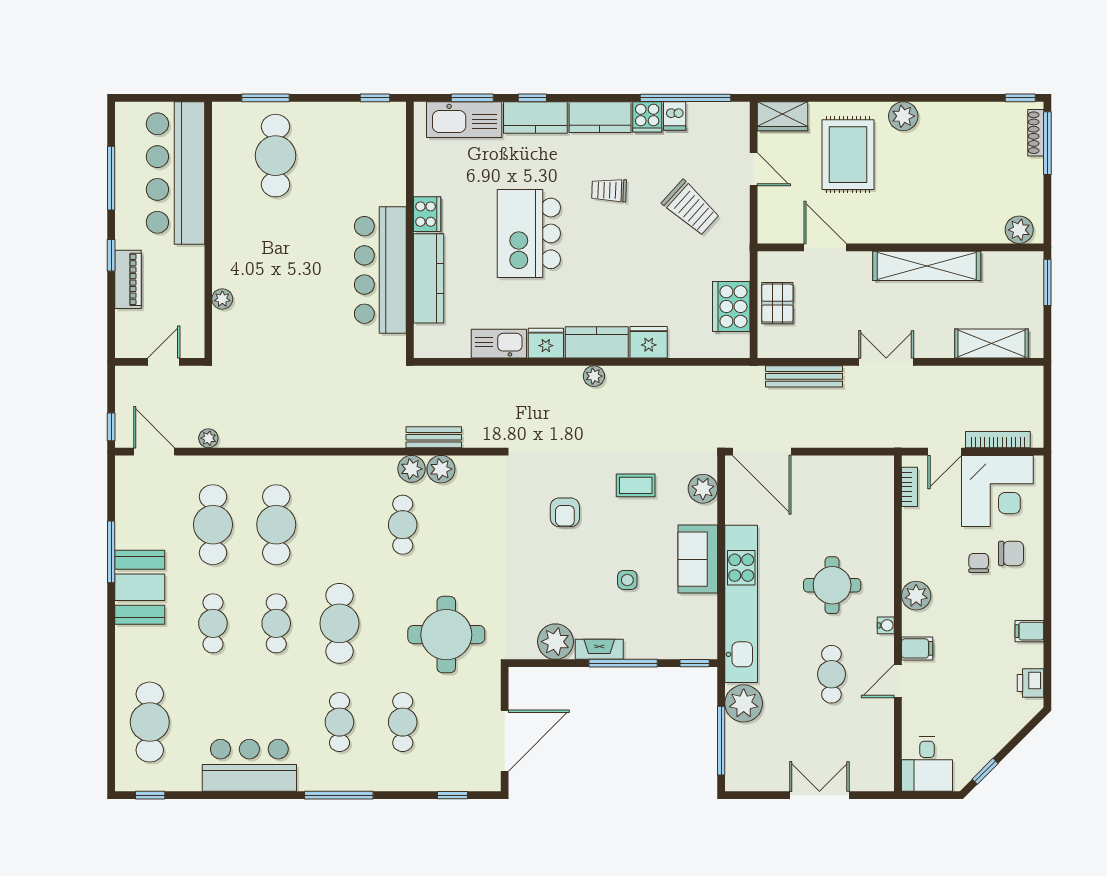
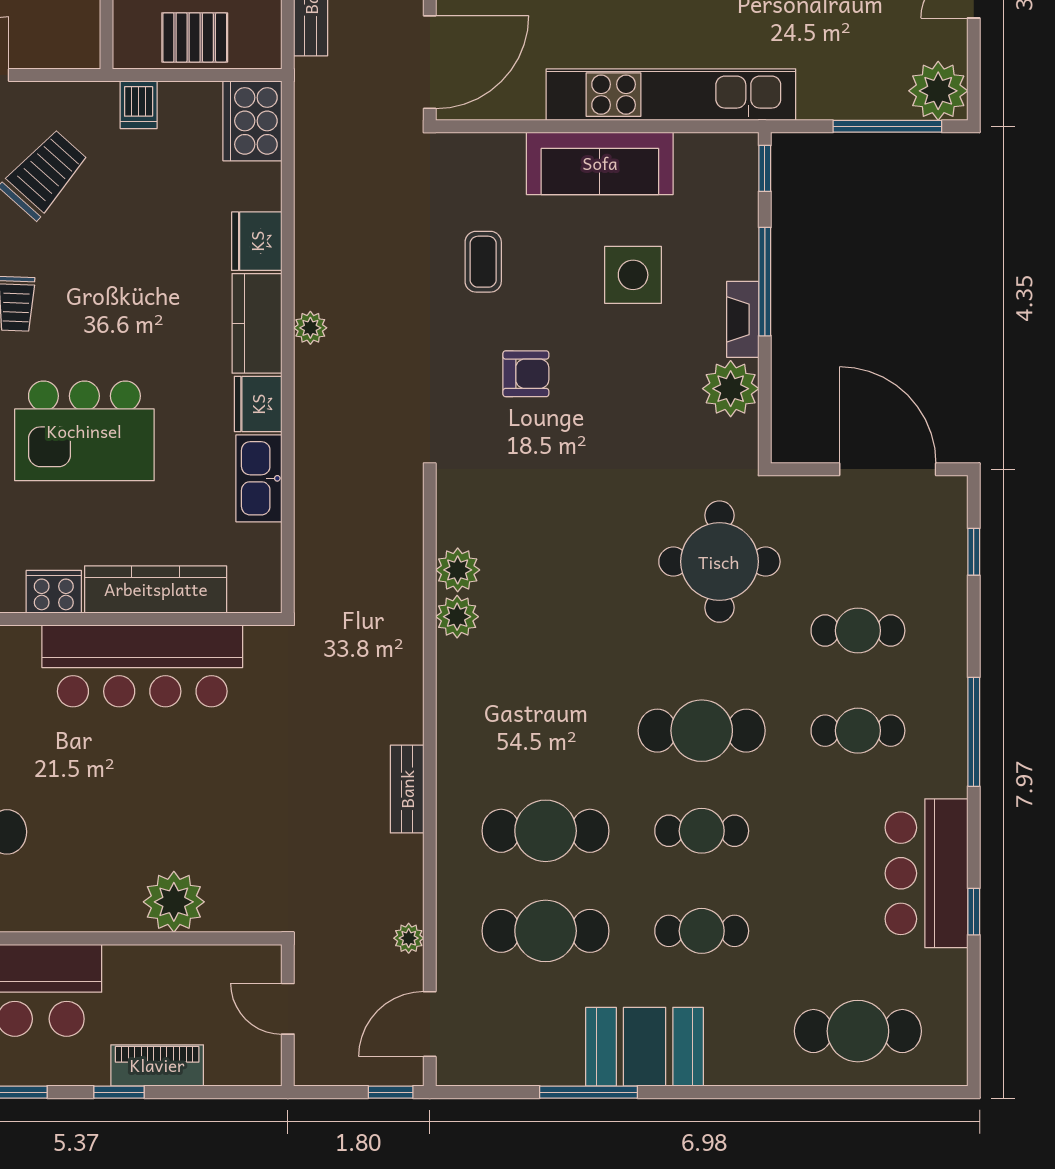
dishwasher: (735, 268) -> (139, 105), added
plant: (222, 299) -> (174, 902), width x1.87, depth x1.87
cooker: (731, 307) -> (252, 121), moved, turned 90
bench: (434, 437) -> (407, 789), moved
plant: (703, 489) -> (489, 155), removed
cafe table: (403, 525) -> (546, 631), removed
sofa: (698, 559) -> (600, 163), width x1.36
side table: (627, 580) -> (633, 275), width x1.87, depth x1.87
plant: (744, 703) -> (938, 91), moved
window: (150, 795) -> (974, 912), moved

